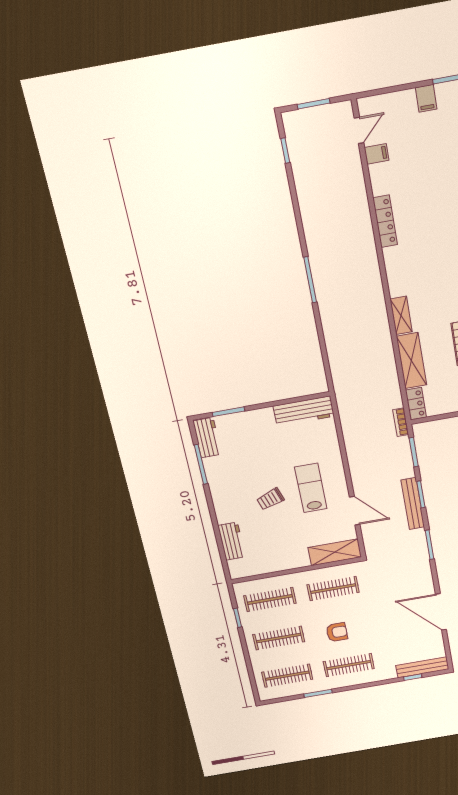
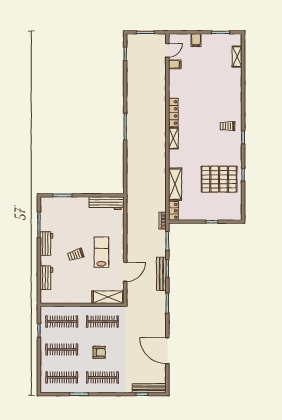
filing cabinet: (426, 98) -> (196, 40), moved
locker: (385, 221) -> (173, 112), moved
shelving: (401, 315) -> (173, 138), moved
workbench: (207, 438) -> (46, 244), moved
door: (355, 511) -> (125, 272), hinge flipped

